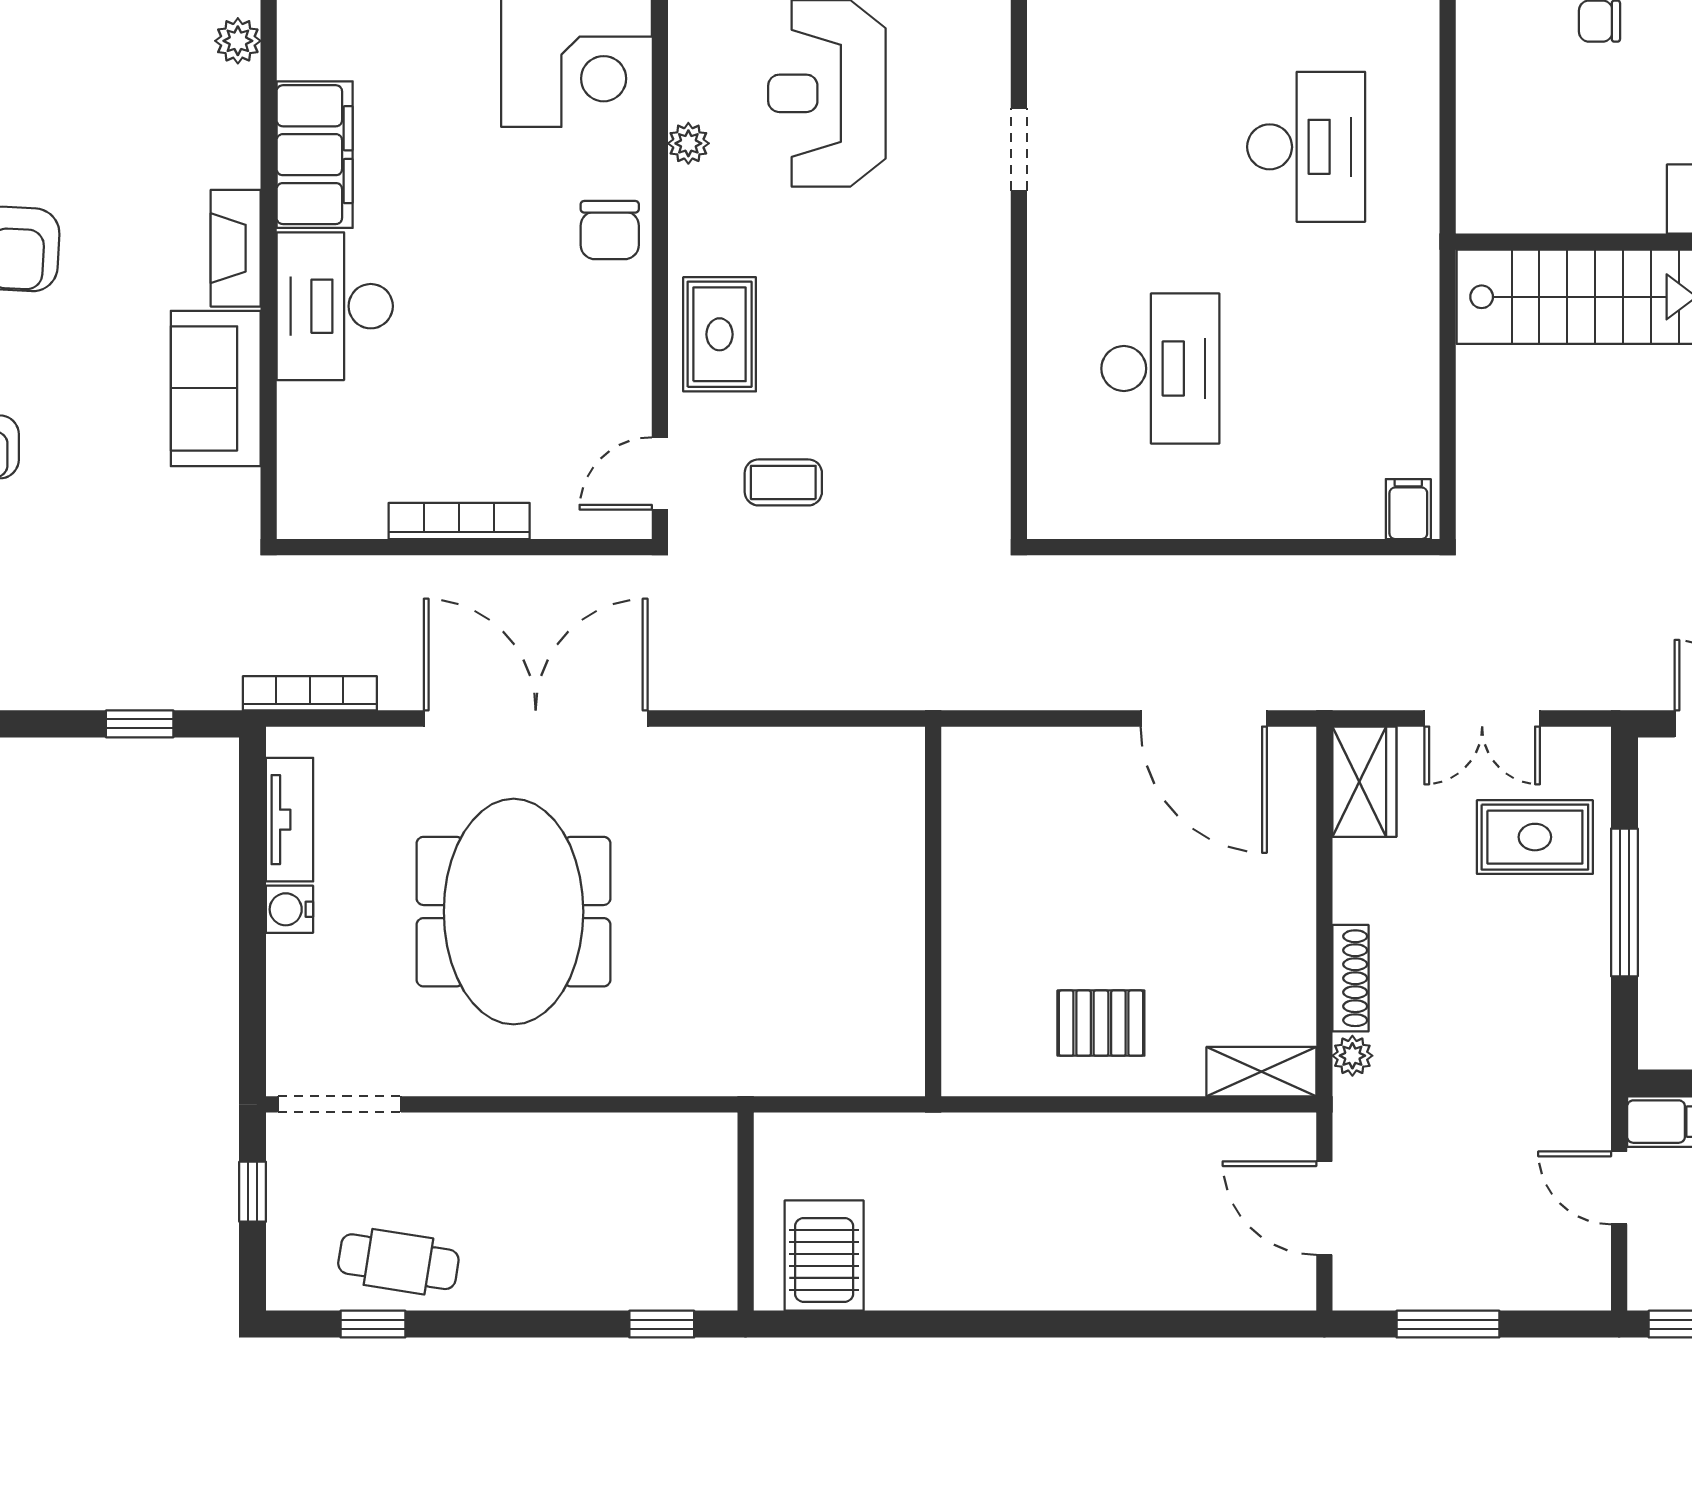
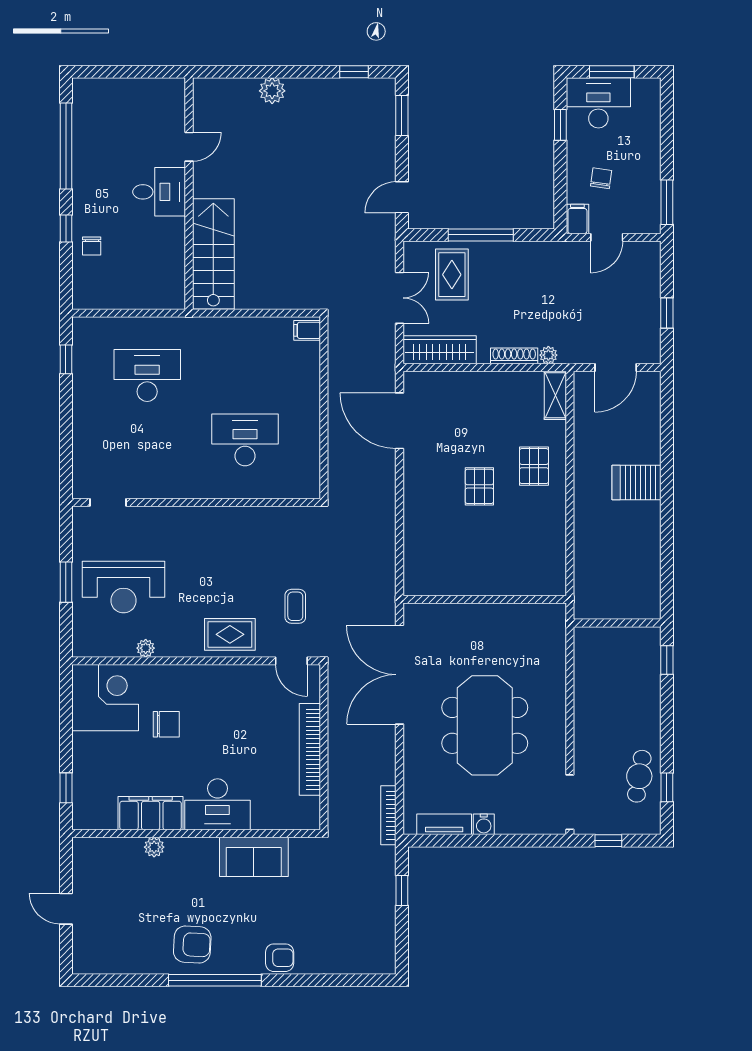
plant: (238, 41) -> (154, 847), moved
doorway: (1019, 149) -> (108, 502), moved
chair: (610, 230) -> (166, 724), moved
fireplace: (236, 248) -> (192, 848), removed
bookcase: (459, 521) -> (310, 749), width x1.48, depth x1.31
double door: (536, 719) -> (400, 675), moved
door: (1204, 719) -> (400, 421), swing flipped
wardrobe: (1364, 782) -> (440, 350), width x1.50
pallet: (1055, 899) -> (479, 486), added
wall: (933, 911) -> (485, 599), moved
meeting table: (514, 912) -> (485, 725), turned 90
server rack: (824, 1256) -> (637, 483), moved
window: (1448, 1324) -> (667, 313), width x0.67

